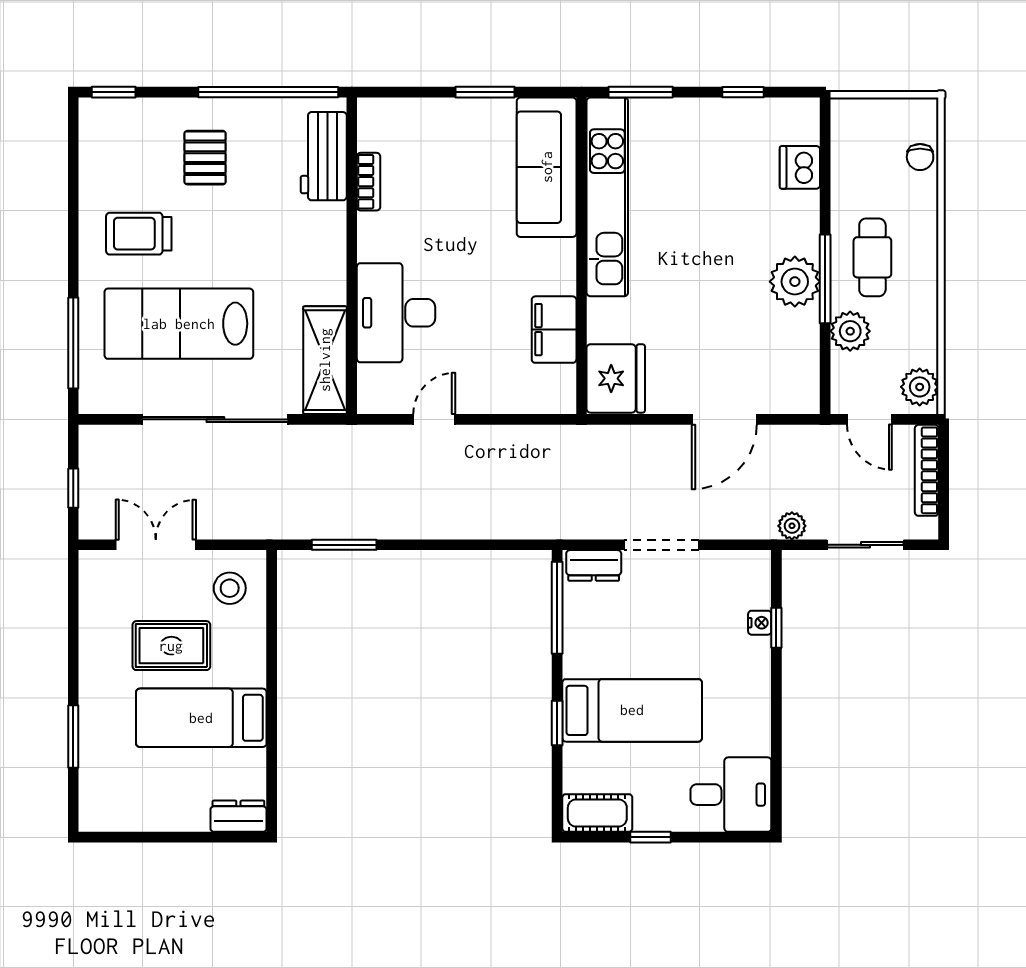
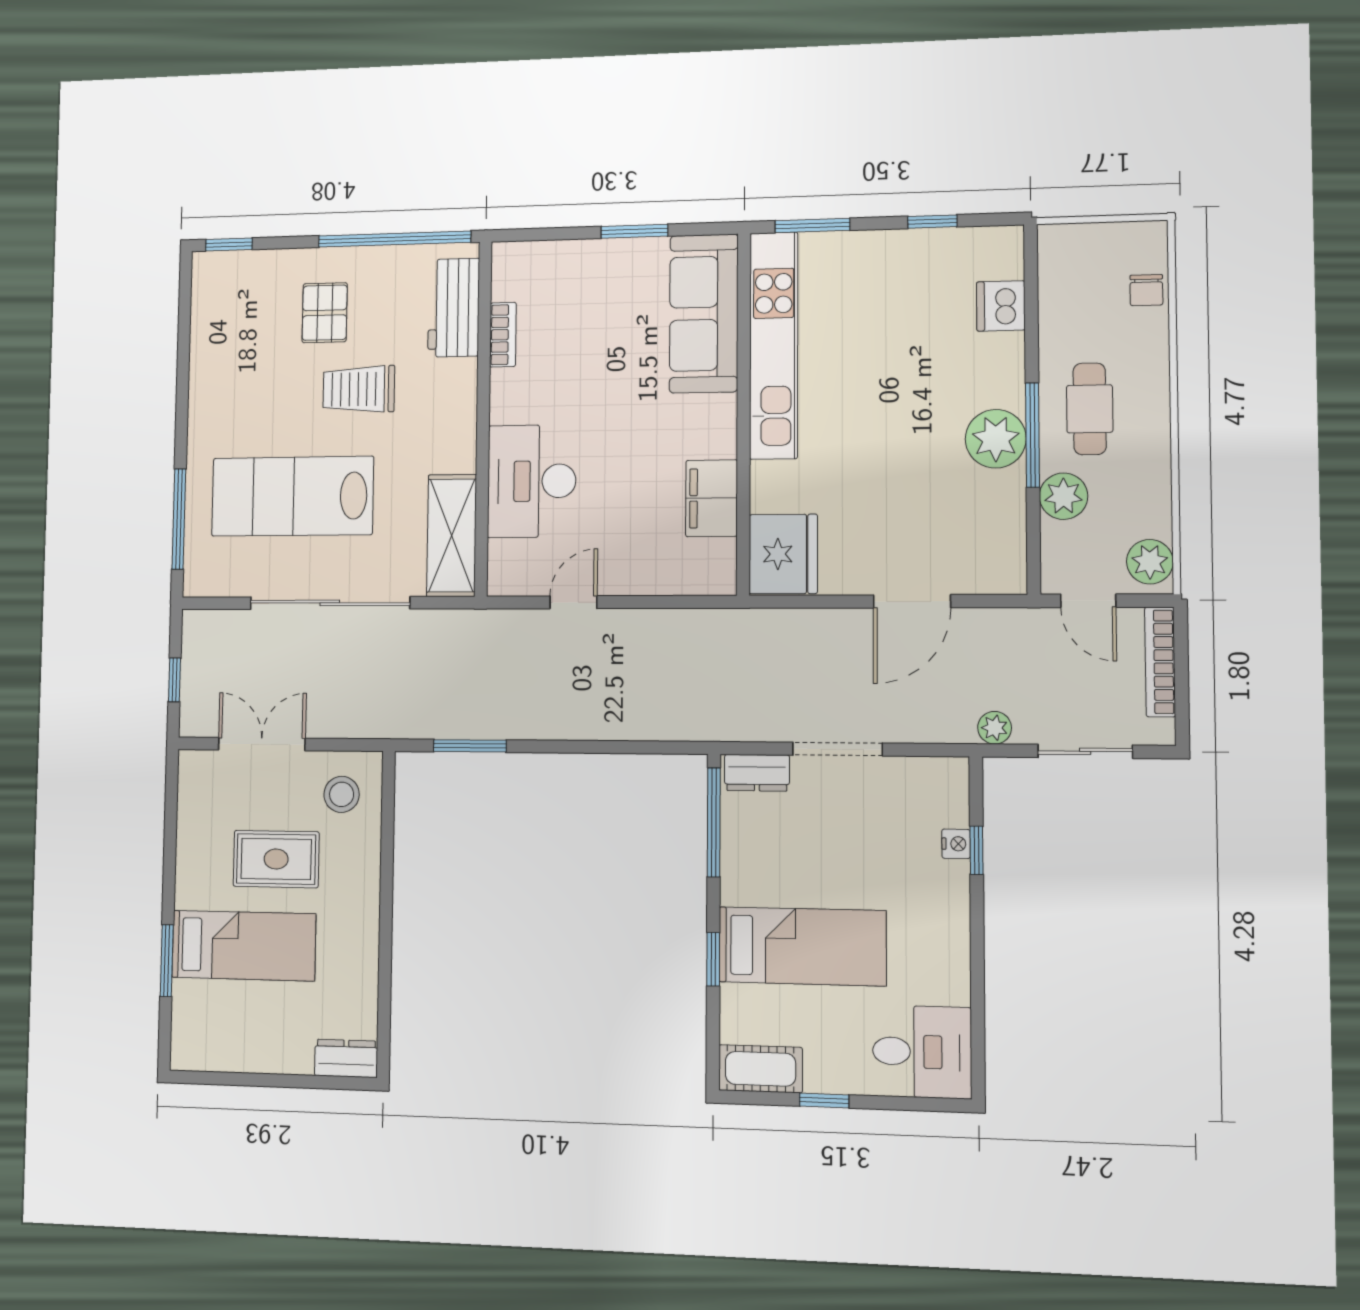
trolley: (139, 234) -> (359, 389), moved
bed: (201, 718) -> (244, 946), moved, turned 180

